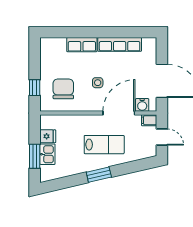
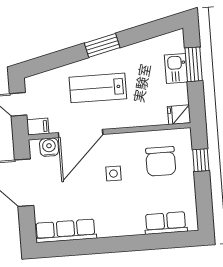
row of seats: (120, 44) -> (66, 231), moved
row of seats: (82, 45) -> (166, 223), moved
fridge: (48, 136) -> (179, 115), moved

